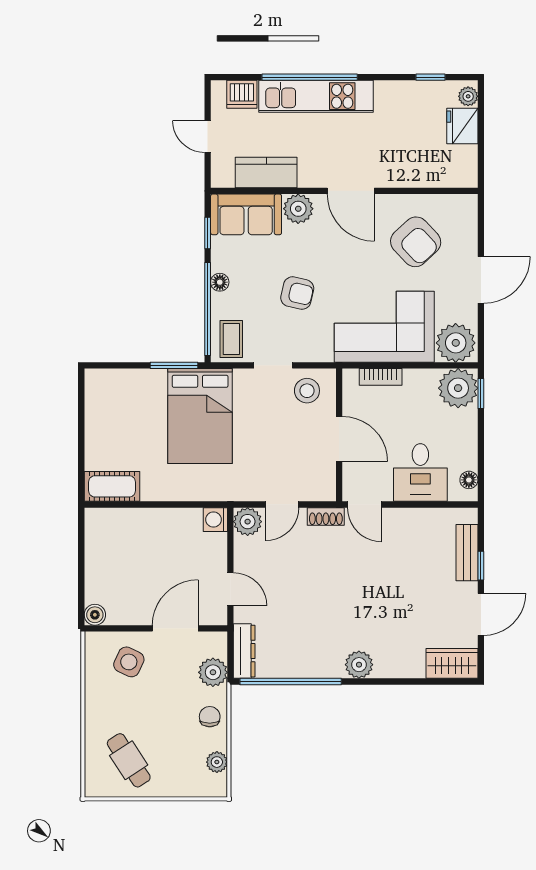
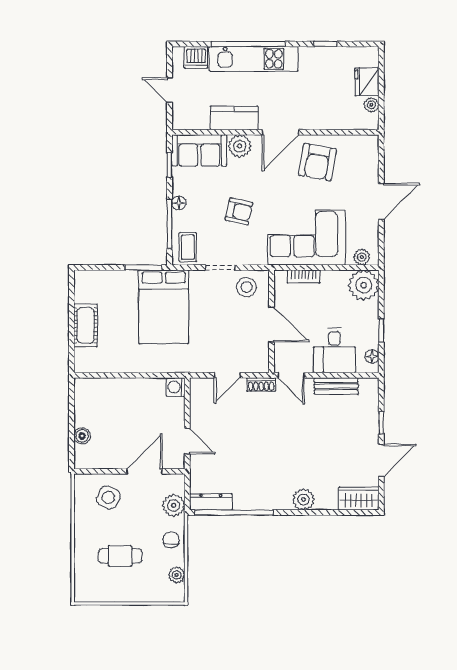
window: (431, 77) -> (325, 44), moved
plant: (468, 96) -> (371, 105), moved
kitchen counter: (266, 172) -> (234, 118), moved
door: (351, 191) -> (280, 132), hinge flipped
armchair: (416, 242) -> (318, 162), moved, turned 53
window: (208, 309) -> (170, 224), width x0.68
plant: (456, 343) -> (362, 257), width x0.53, depth x0.53
window: (481, 394) -> (381, 331), moved
cot: (112, 486) -> (86, 325), moved, turned 90
plant: (248, 522) -> (200, 389), removed
bench: (467, 553) -> (336, 386), moved, turned 90
boiler: (95, 615) -> (82, 436), moved
dresser: (244, 651) -> (211, 502), moved, turned -90
plant: (359, 665) -> (303, 499), moved
cafe table: (129, 760) -> (120, 556), moved, turned -57

